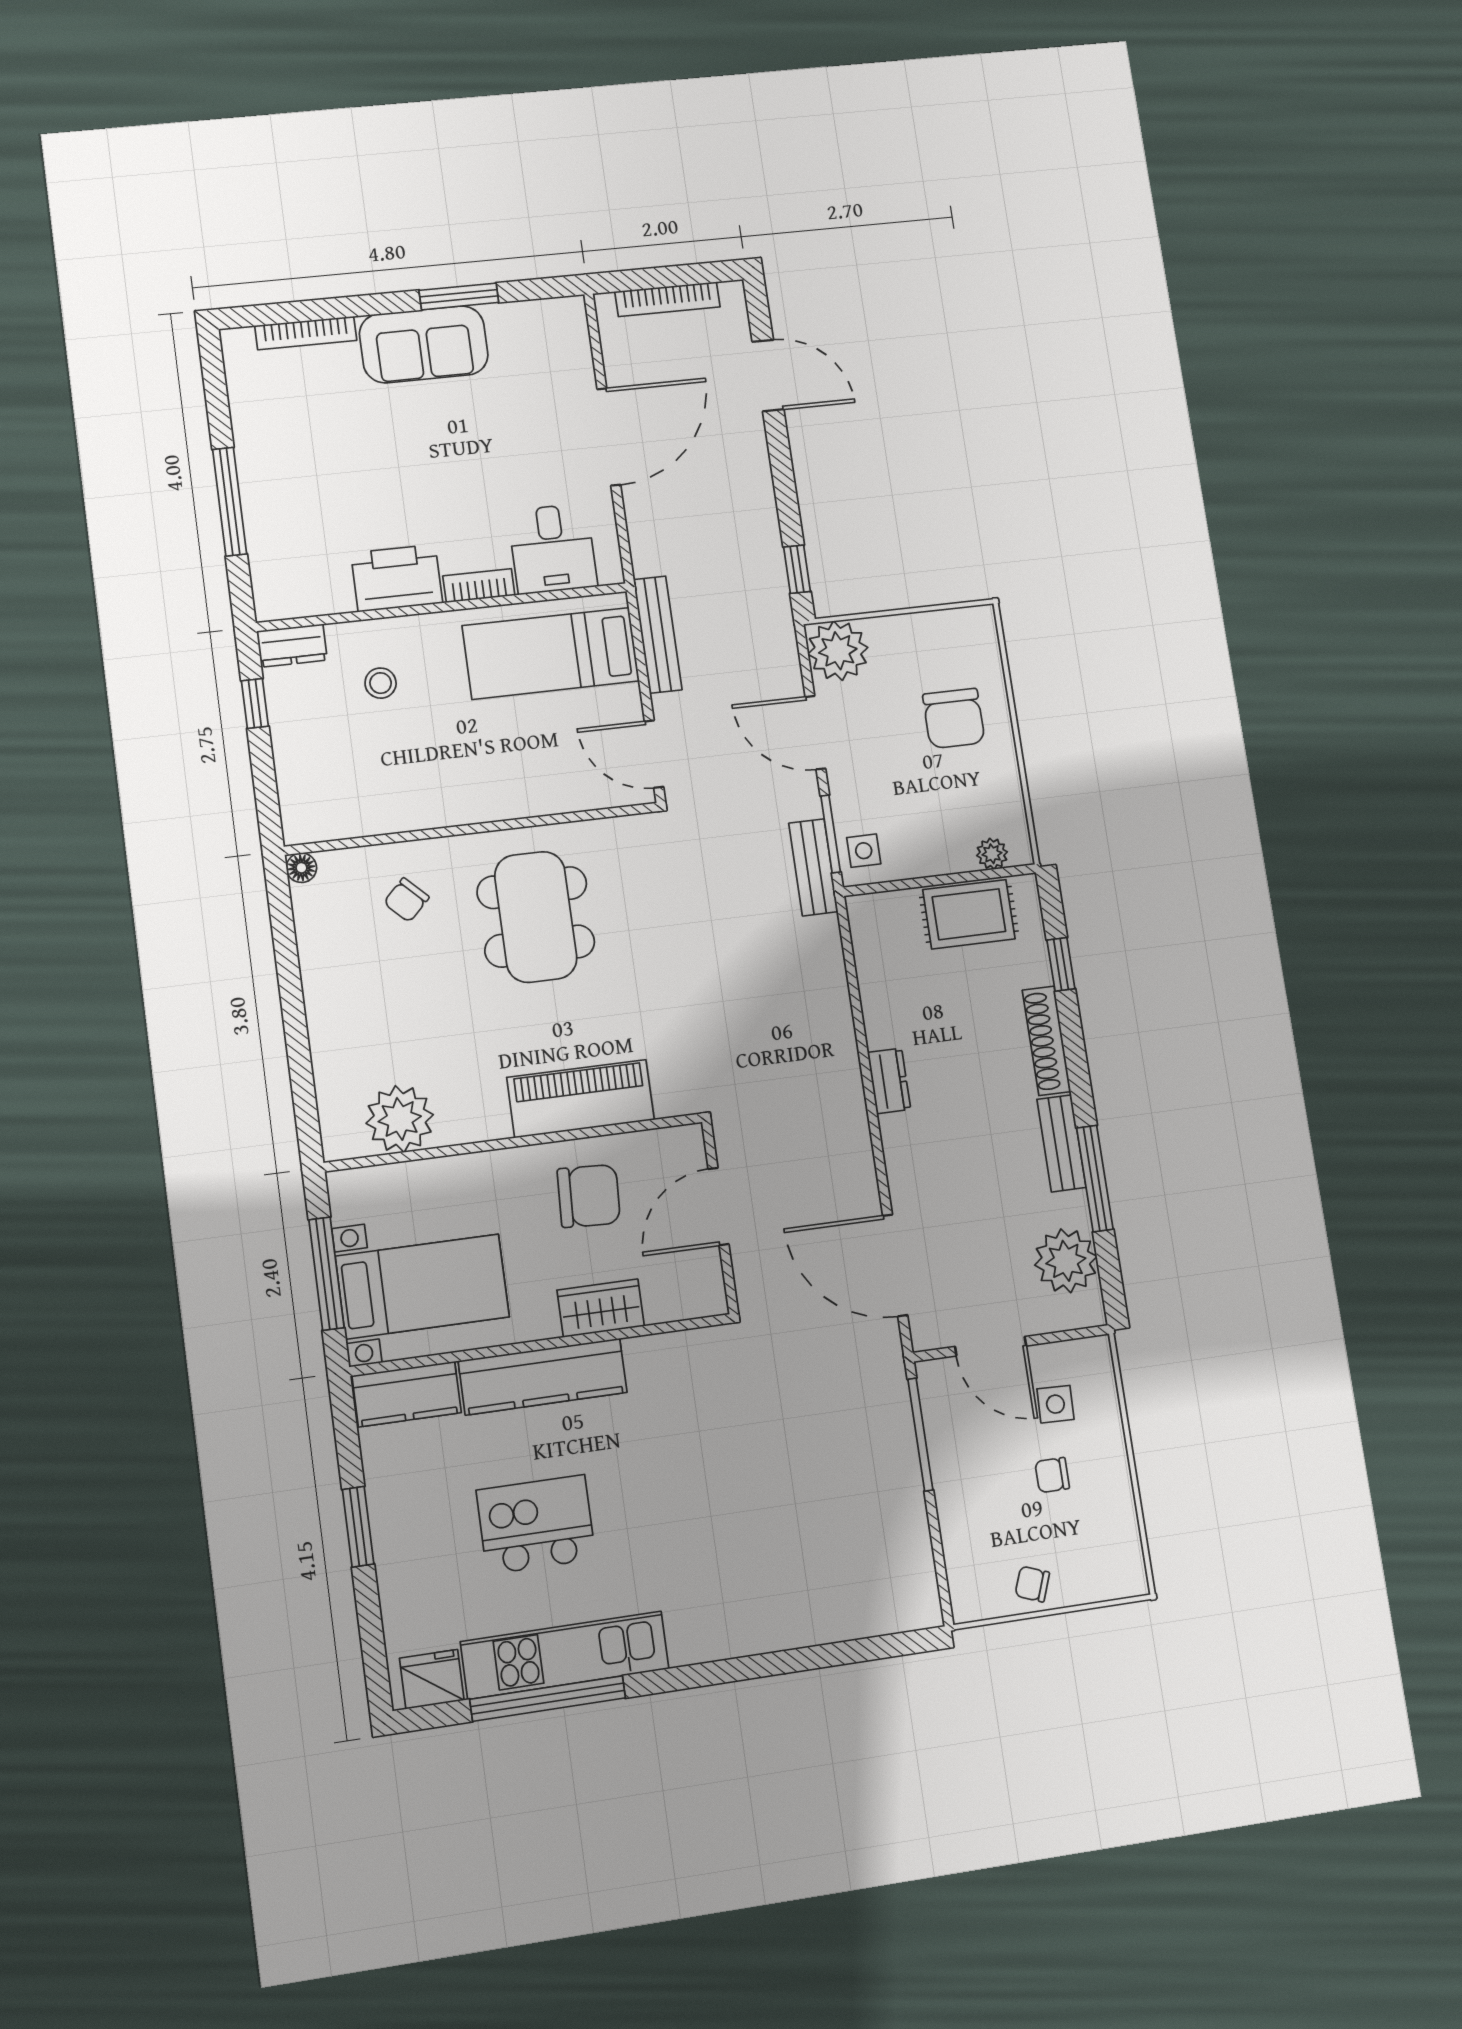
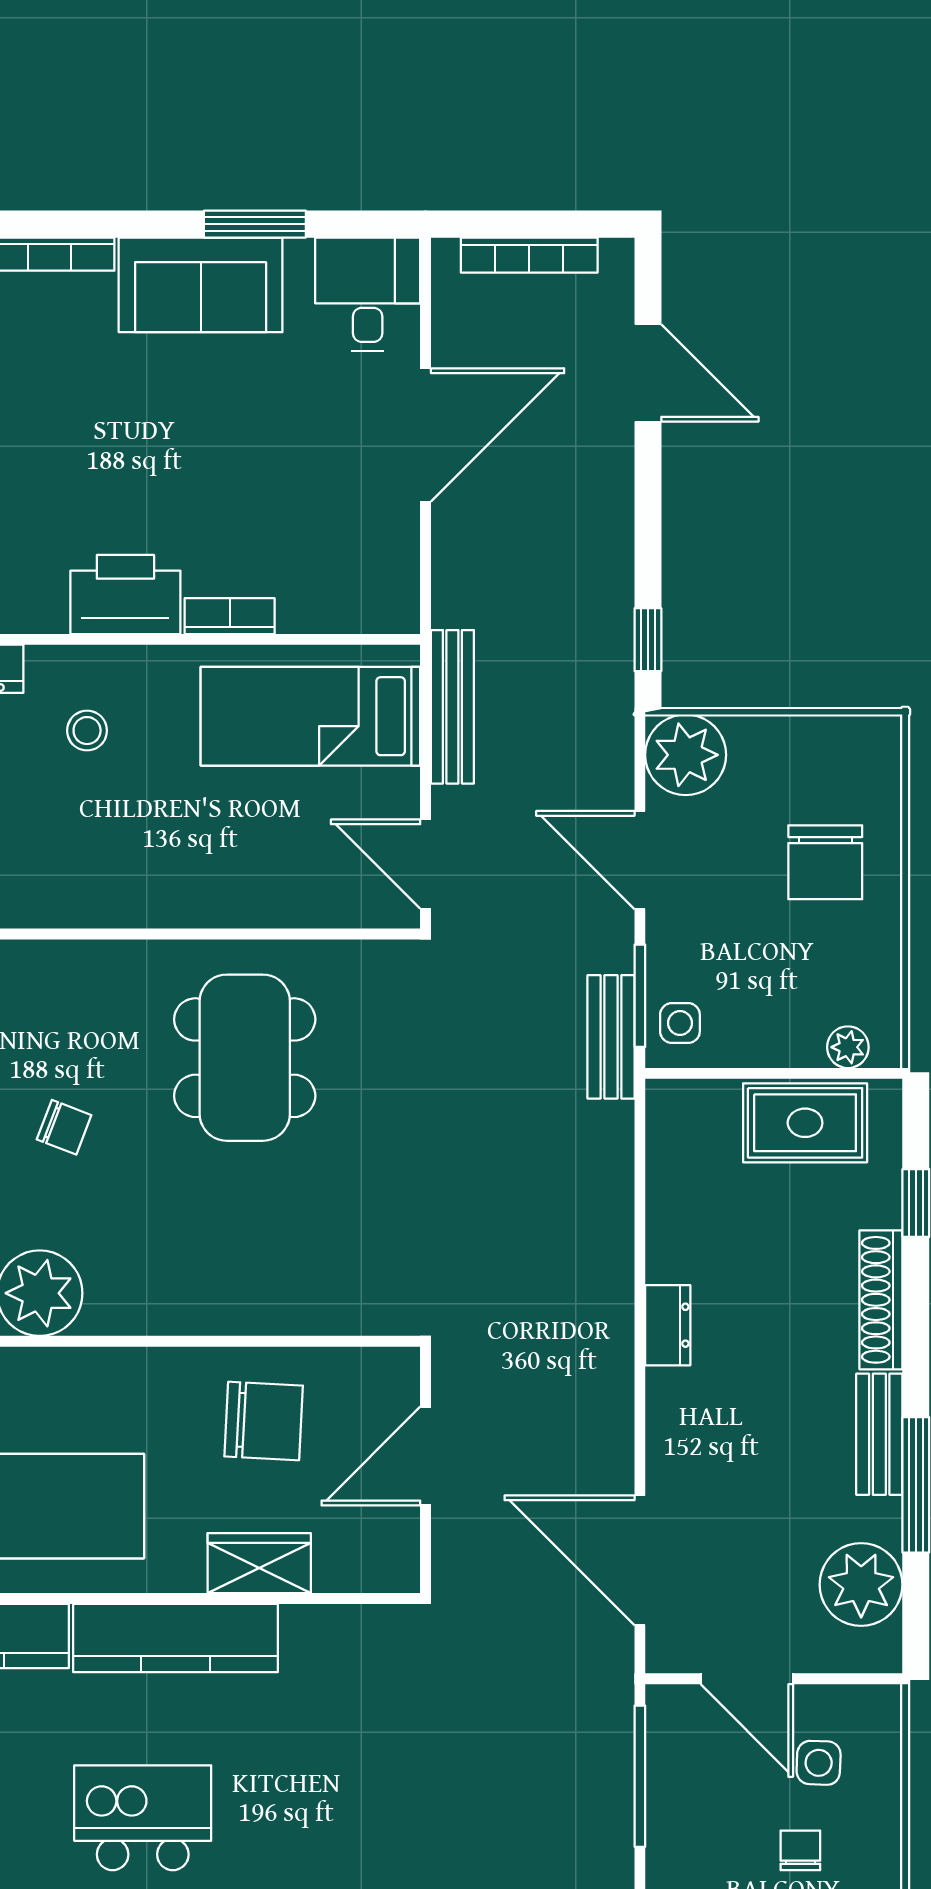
desk: (552, 549) -> (368, 294), moved, turned 180
chair: (406, 900) -> (64, 1127), moved, turned -114
piano: (581, 1099) -> (270, 1297), removed
chair: (1052, 1475) -> (800, 1850), turned 90

